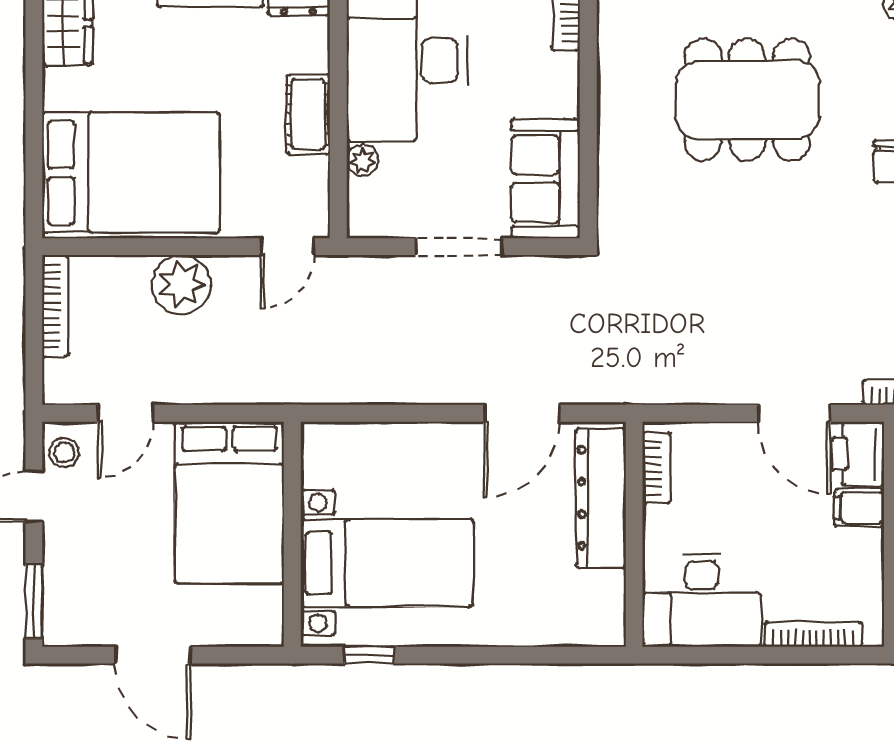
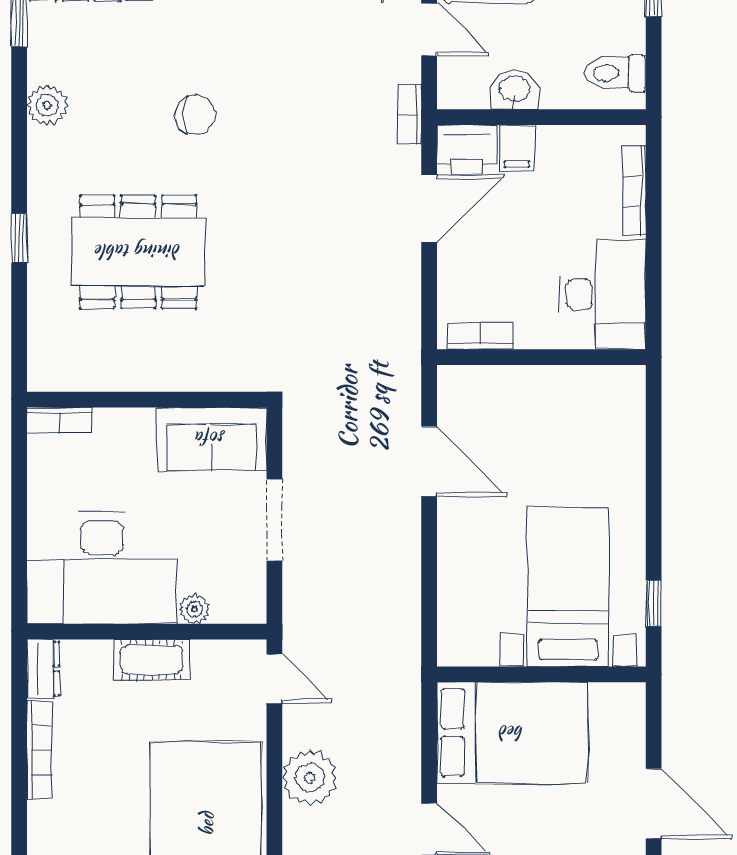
dining table: (747, 100) -> (138, 252), turned 90
dresser: (601, 498) -> (508, 388), removed
door: (153, 655) -> (654, 804), hinge flipped

